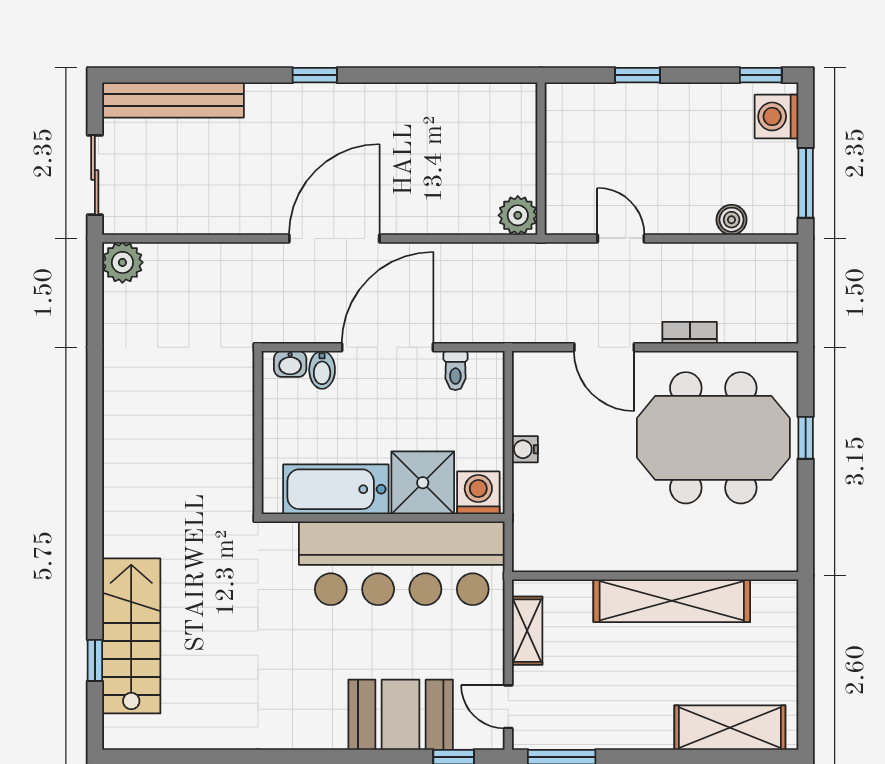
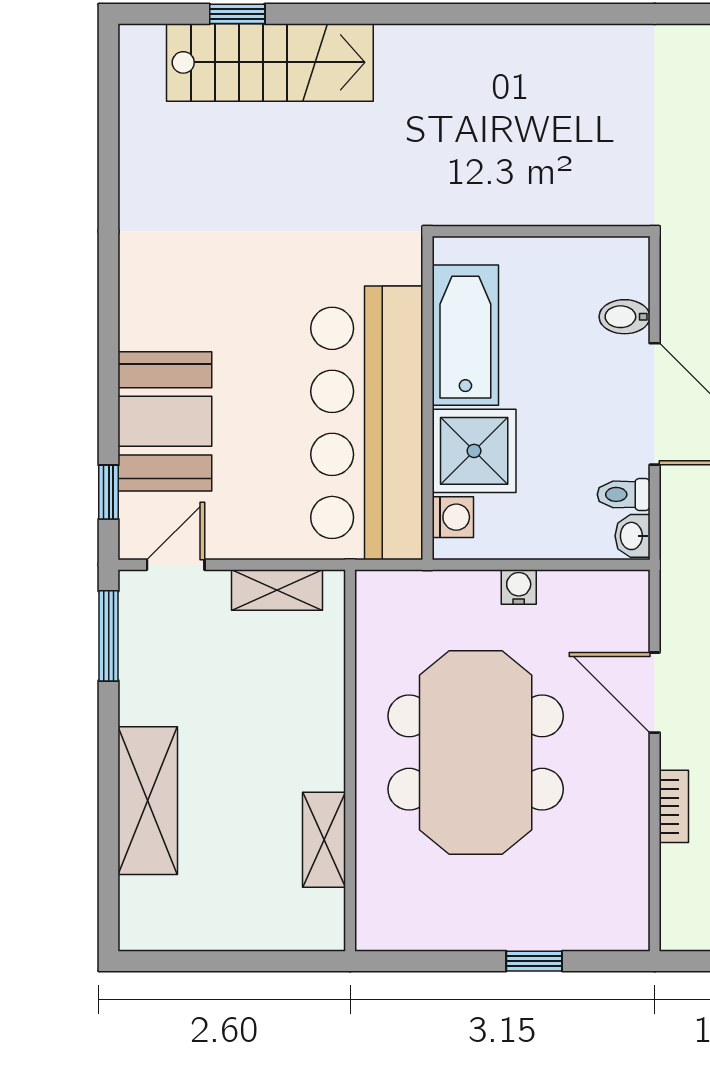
door: (604, 347) -> (655, 693), hinge flipped
washbasin: (290, 364) -> (632, 536), moved
meeting table: (713, 438) -> (476, 753), moved
washing machine: (478, 493) -> (453, 517), width x0.73, depth x0.73
shelving: (672, 601) -> (324, 840), width x0.45, depth x0.75
shelving: (730, 728) -> (148, 801), moved

